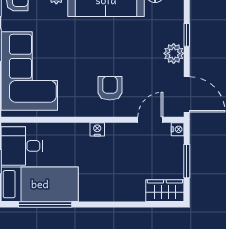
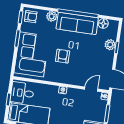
plant: (174, 53) -> (110, 45), moved
armchair: (110, 88) -> (63, 56), moved

